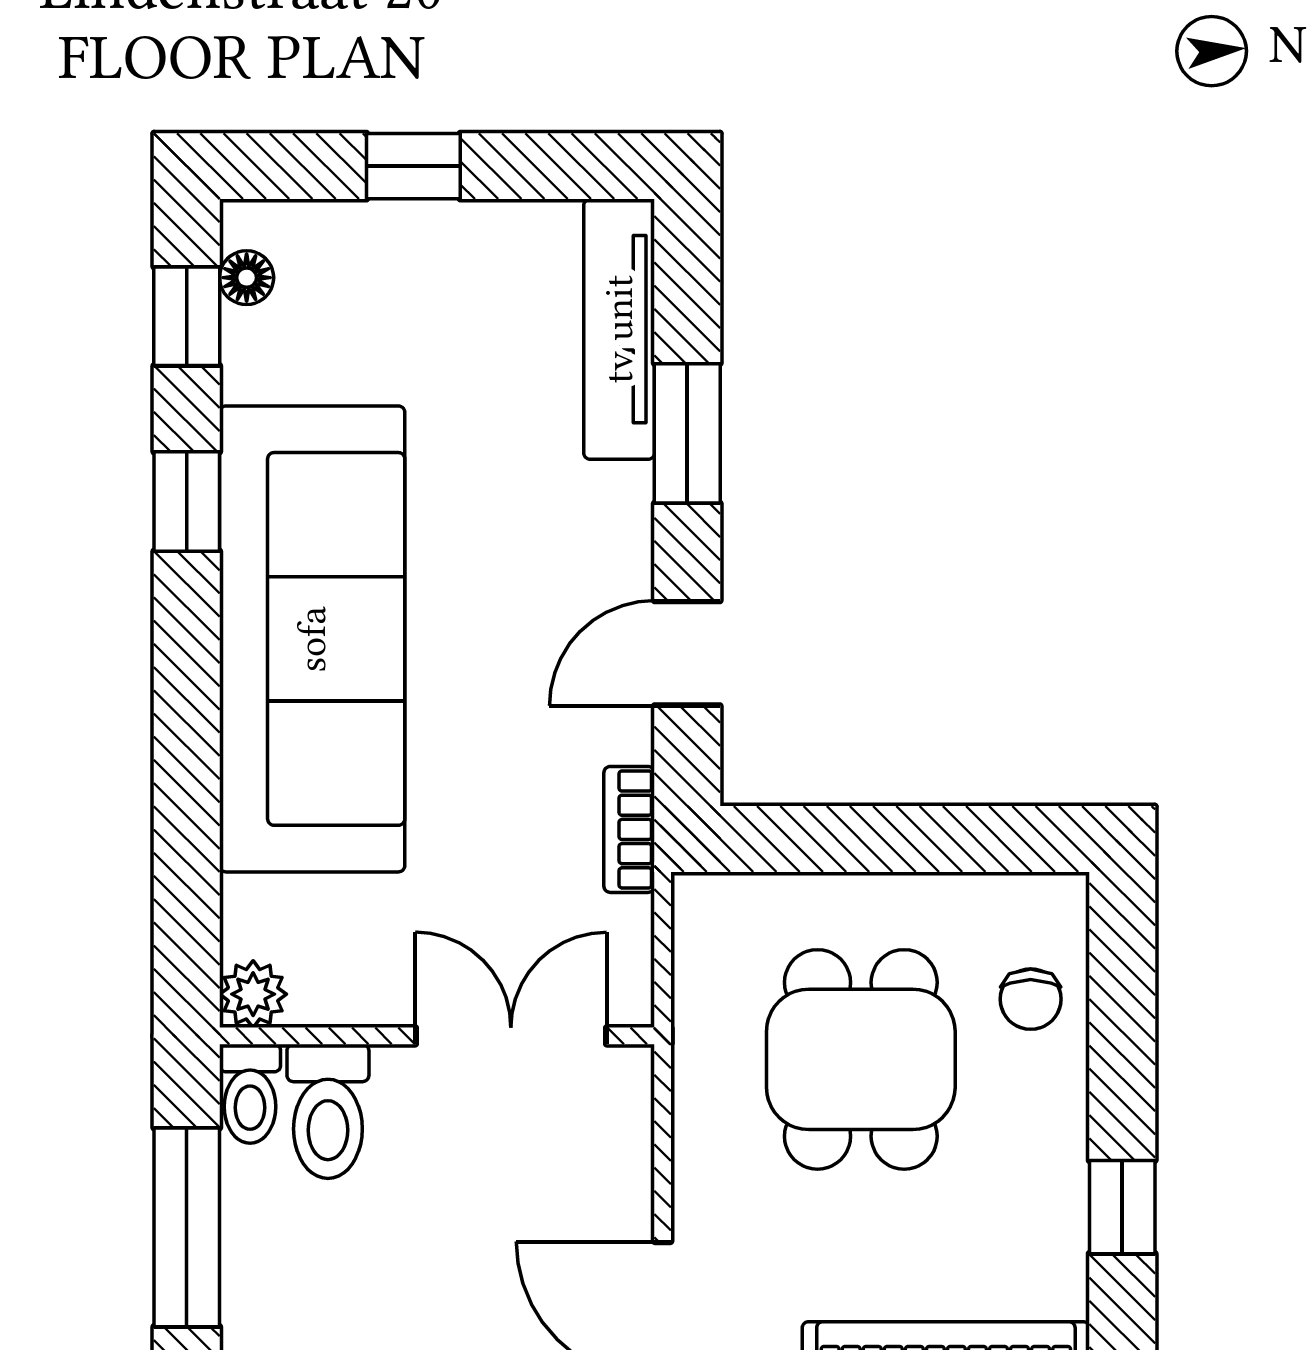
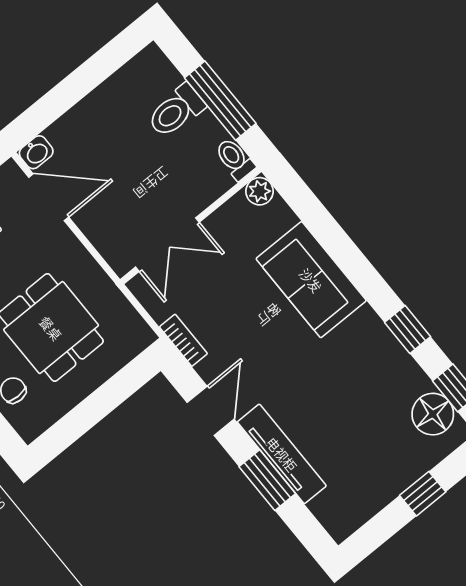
floor lamp: (247, 278) -> (433, 414), width x1.89, depth x1.89
tv unit: (619, 329) -> (282, 454), moved
sofa: (312, 639) -> (311, 280), width x0.54, depth x0.79
toilet: (328, 1111) -> (176, 111), moved, turned -90

